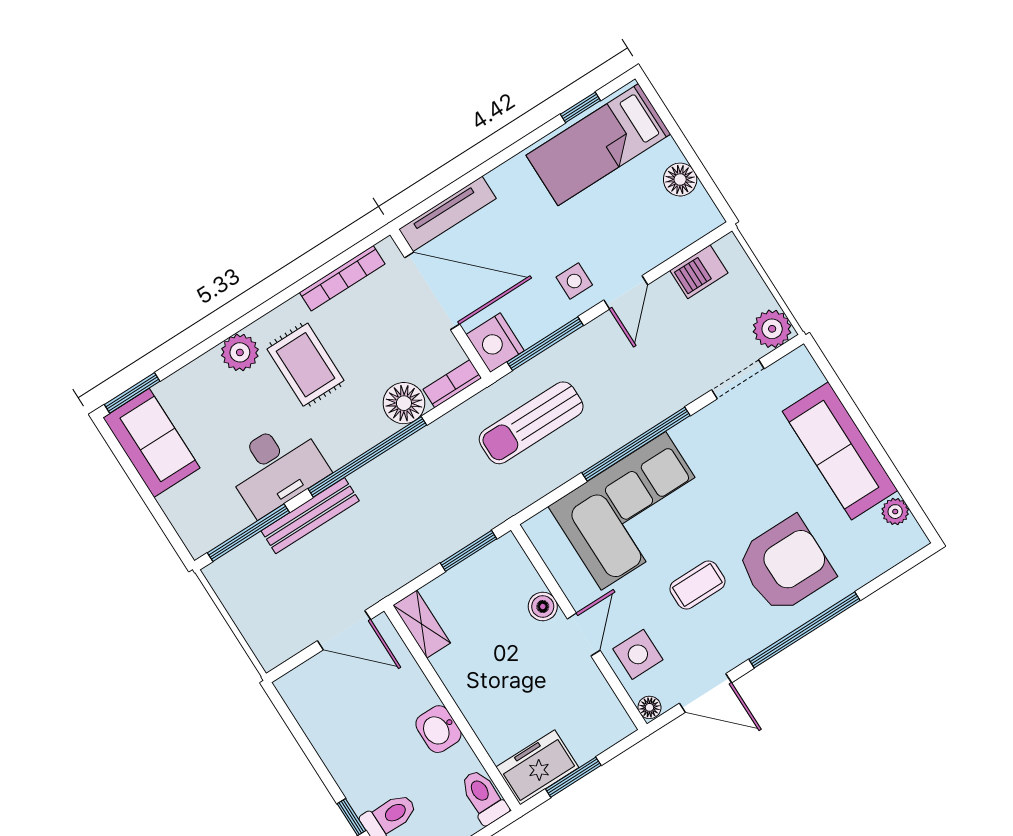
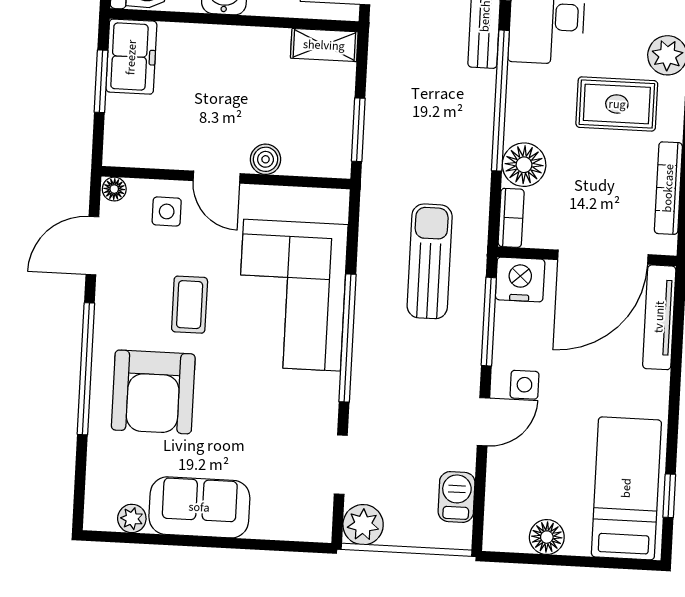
door: (626, 292) -> (483, 422), swing flipped
sofa: (840, 451) -> (199, 507), width x0.73
side table: (638, 654) -> (167, 211), width x0.73, depth x0.73

